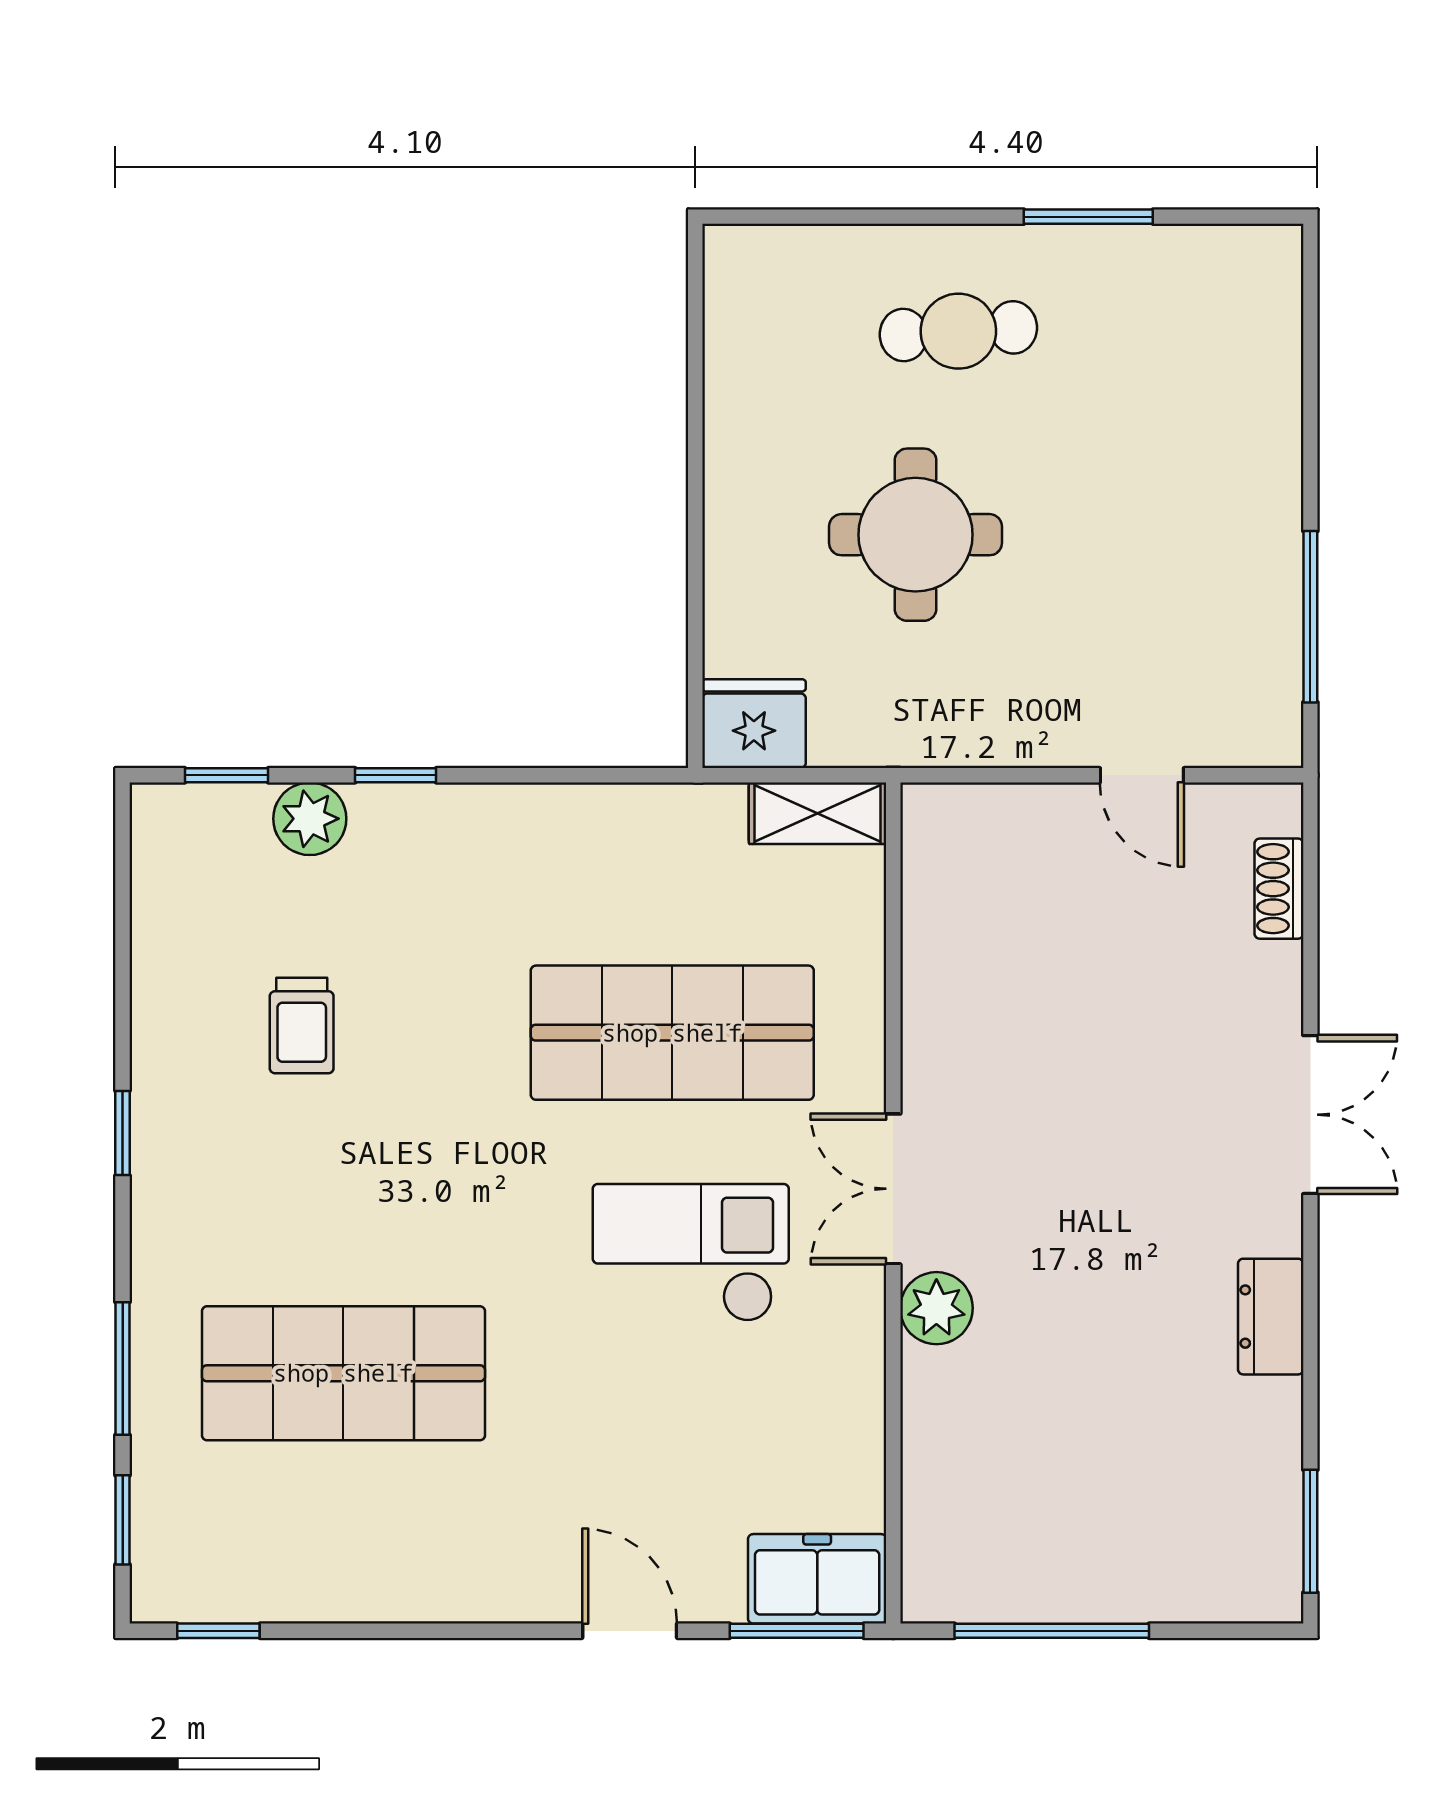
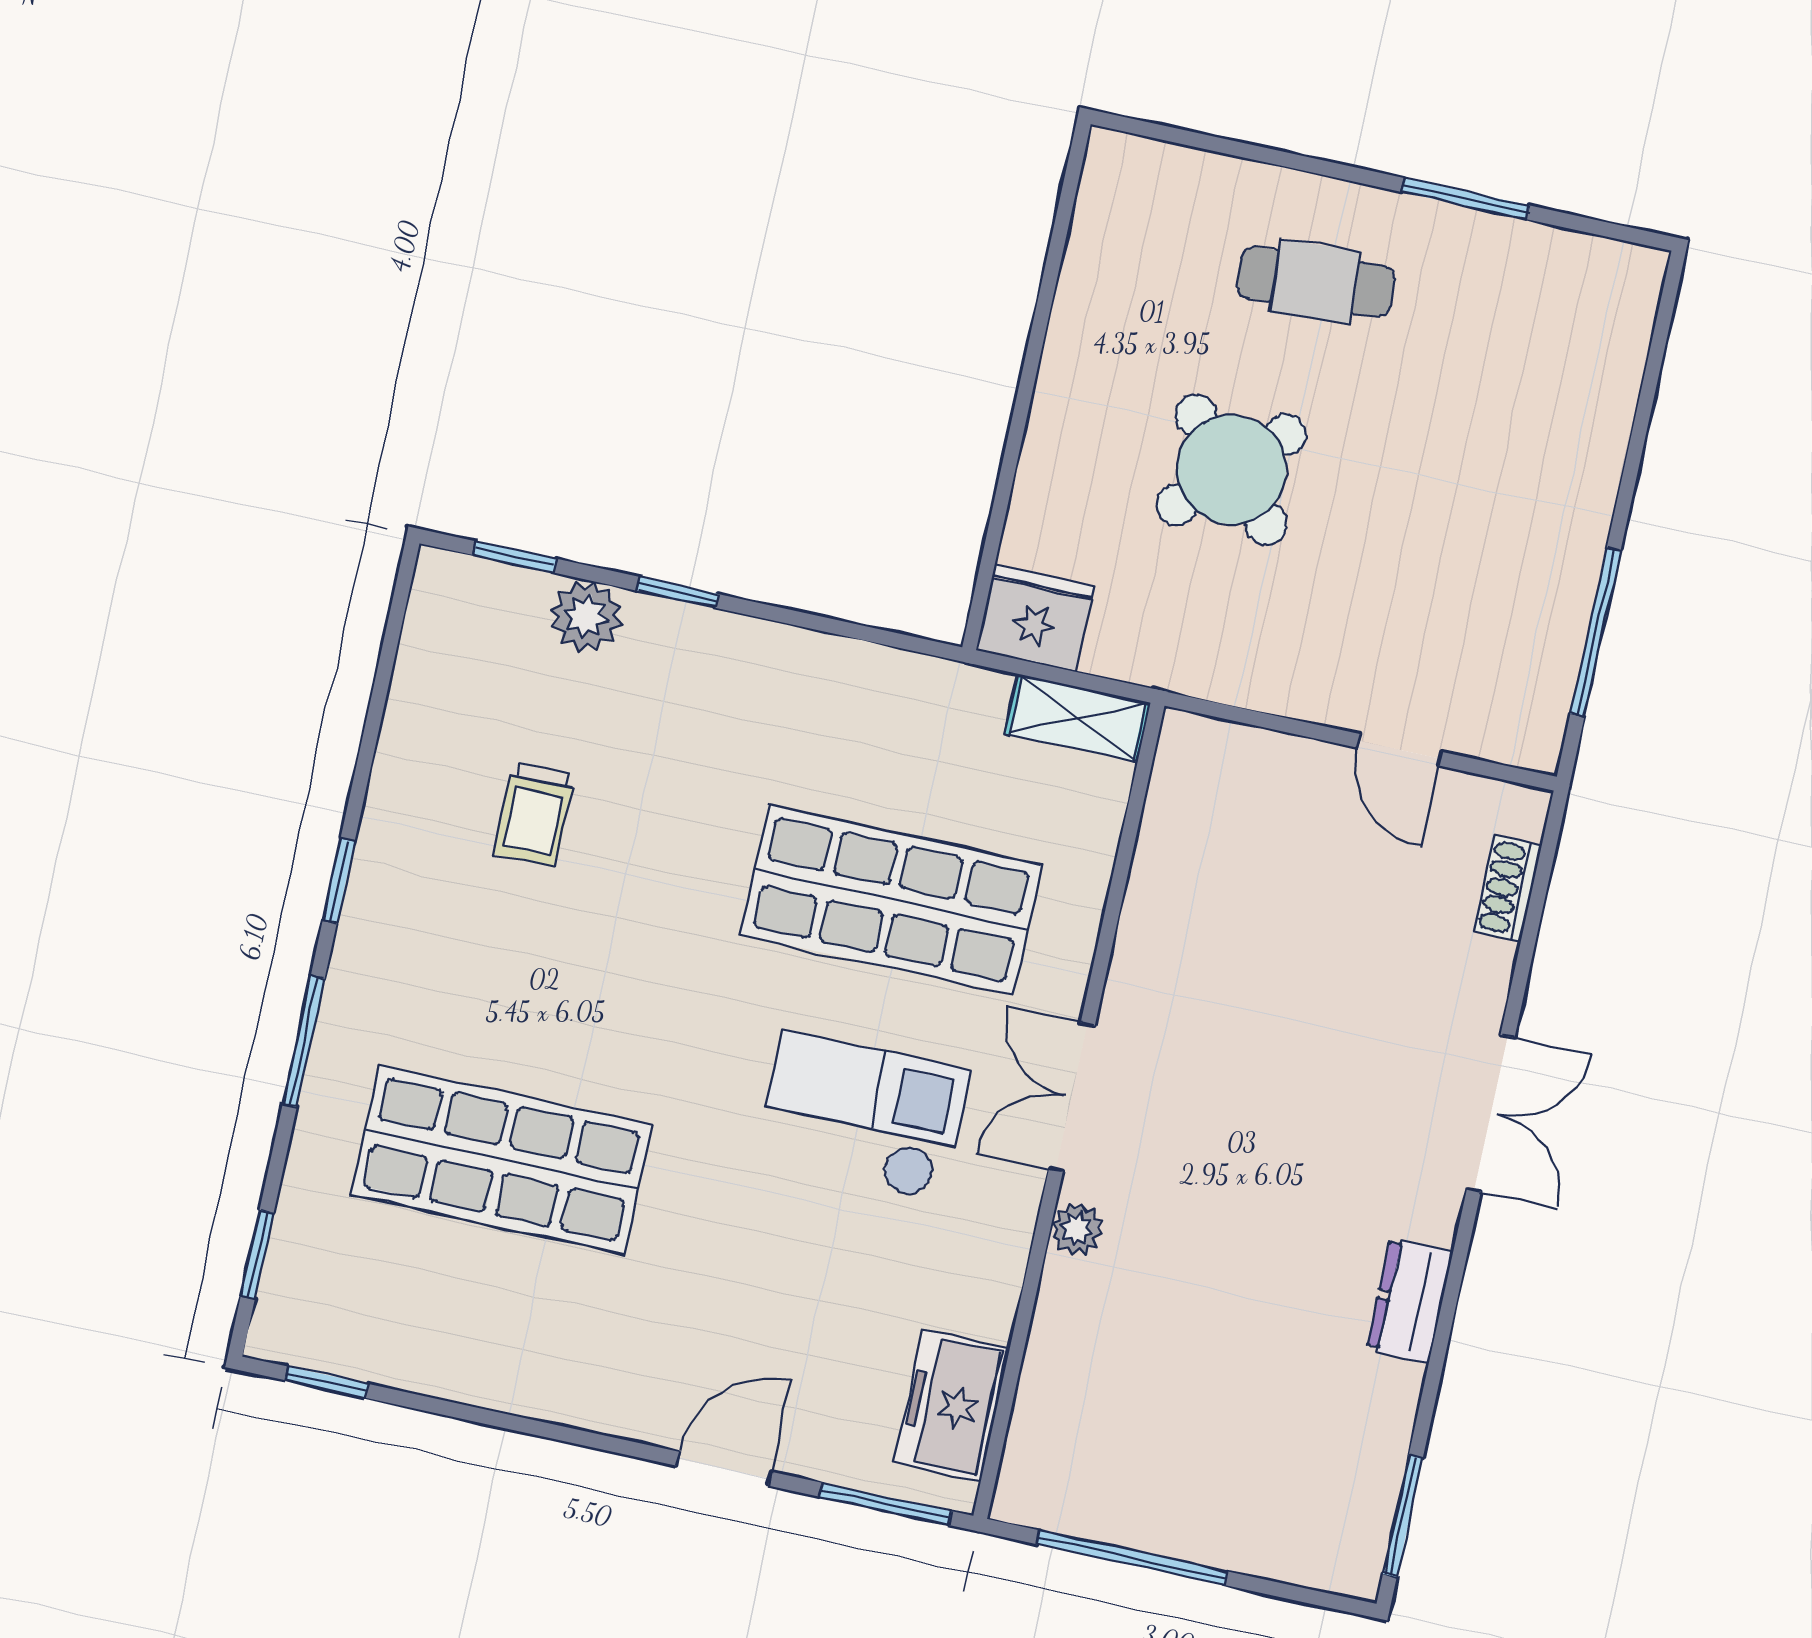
round table: (915, 535) -> (1231, 470), turned 45
plant: (936, 1308) -> (1077, 1229), width x0.73, depth x0.73
window: (123, 1368) -> (304, 1041), moved
freezer: (817, 1579) -> (952, 1406), moved, turned -90
door: (630, 1631) -> (724, 1469), hinge flipped

